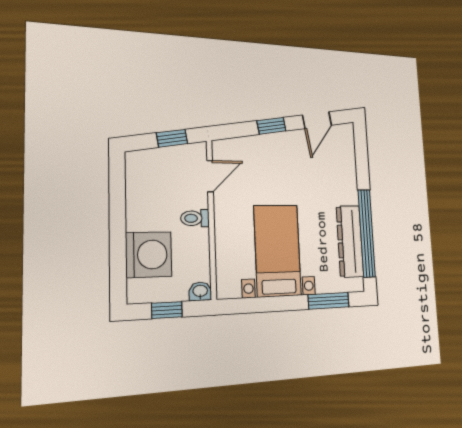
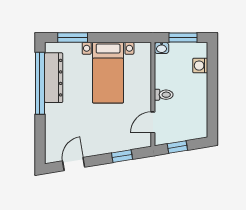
window: (271, 126) -> (122, 156), moved
washing machine: (149, 255) -> (200, 66), width x0.53, depth x0.53
window: (167, 310) -> (183, 37), width x1.50

